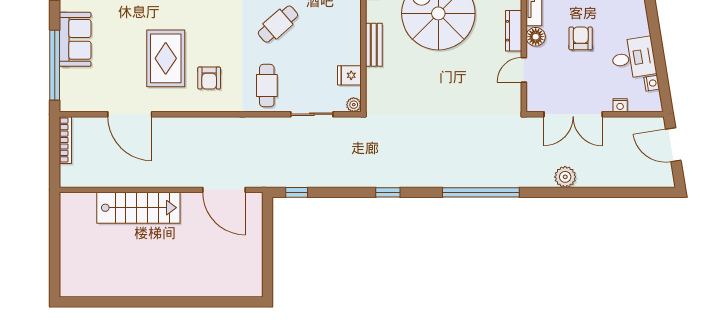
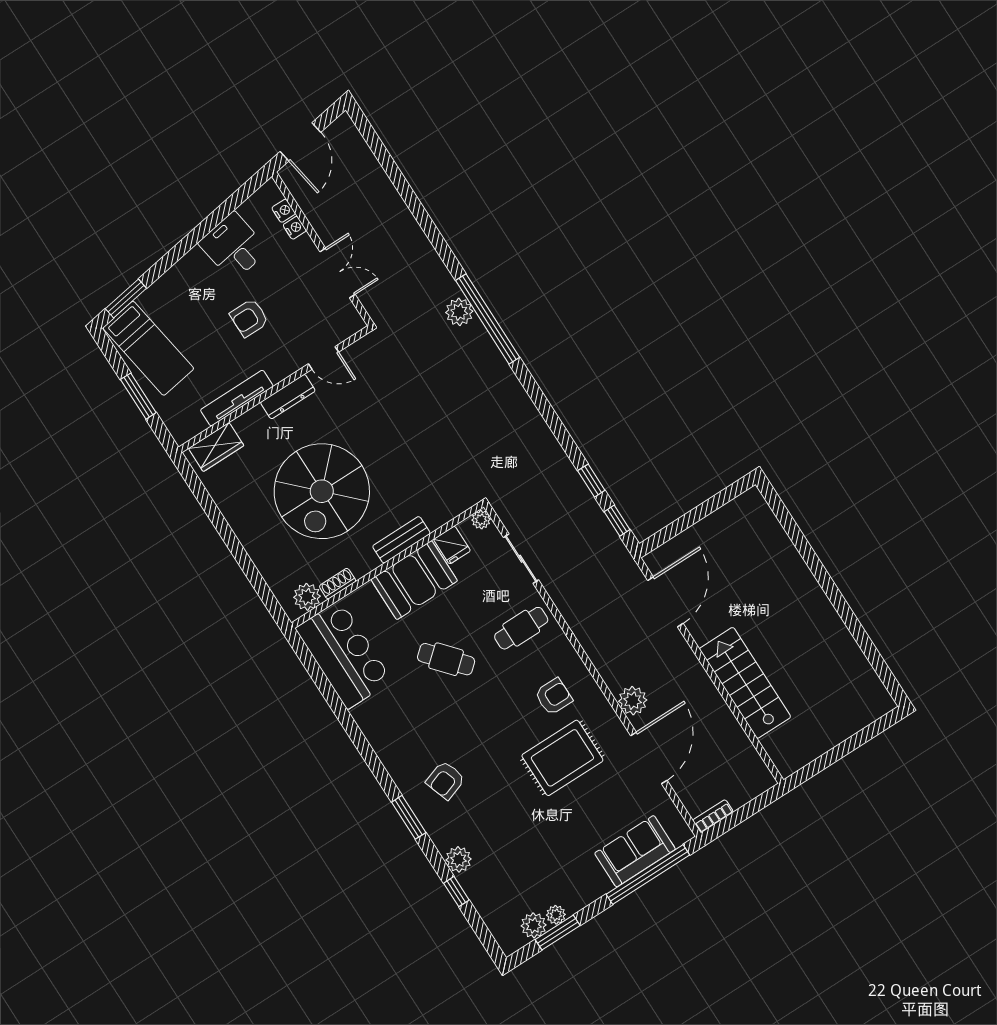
booth: (342, 36) -> (414, 580), added
floor lamp: (536, 37) -> (279, 368), removed
sofa: (75, 39) -> (635, 851), moved
nightstand: (652, 83) -> (284, 211), moved, turned 99
double door: (573, 114) -> (337, 273), width x0.73
plant: (174, 128) -> (633, 701), added
bookcase: (65, 140) -> (713, 816), width x0.64
plant: (565, 177) -> (459, 312), moved
window: (388, 192) -> (591, 481), moved

